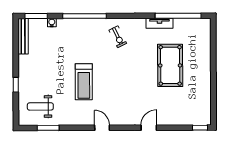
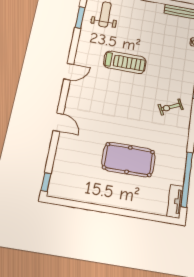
tv unit: (160, 23) -> (175, 201), moved
treadmill: (84, 82) -> (125, 62), turned 180

